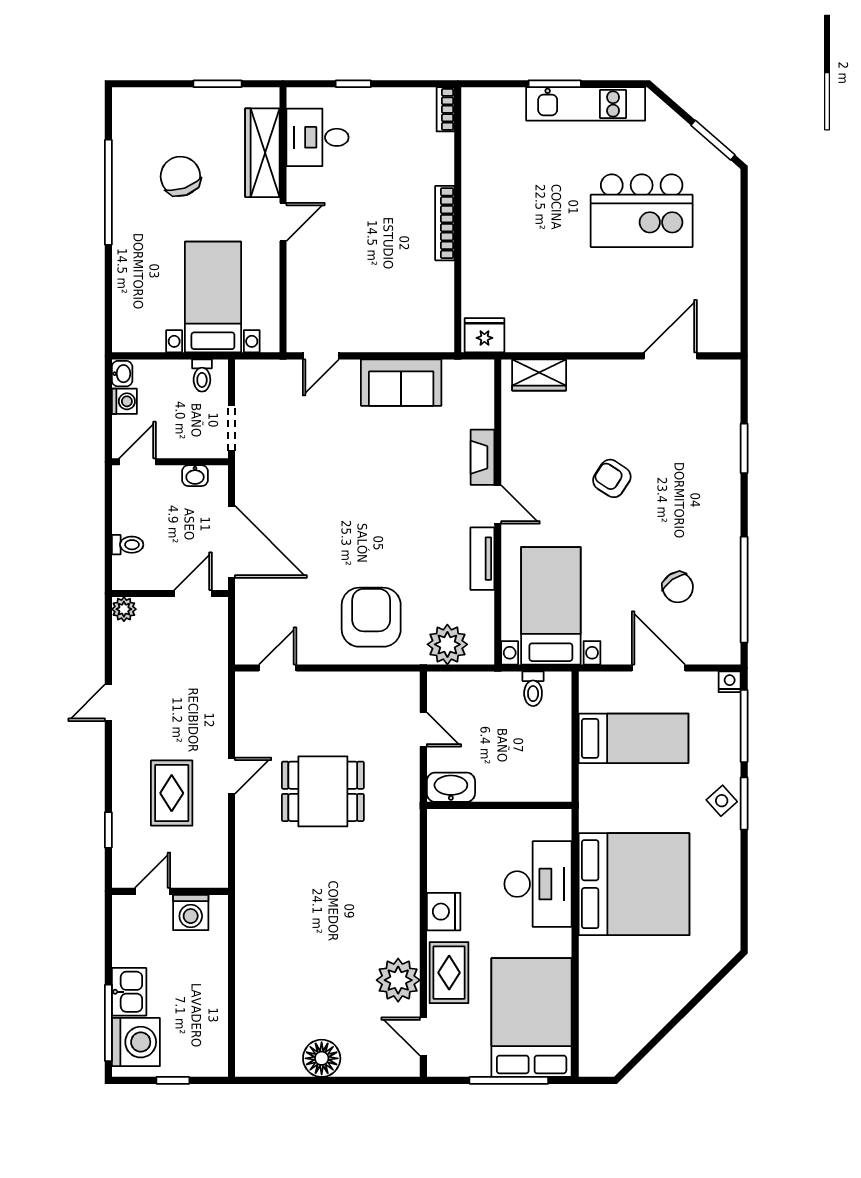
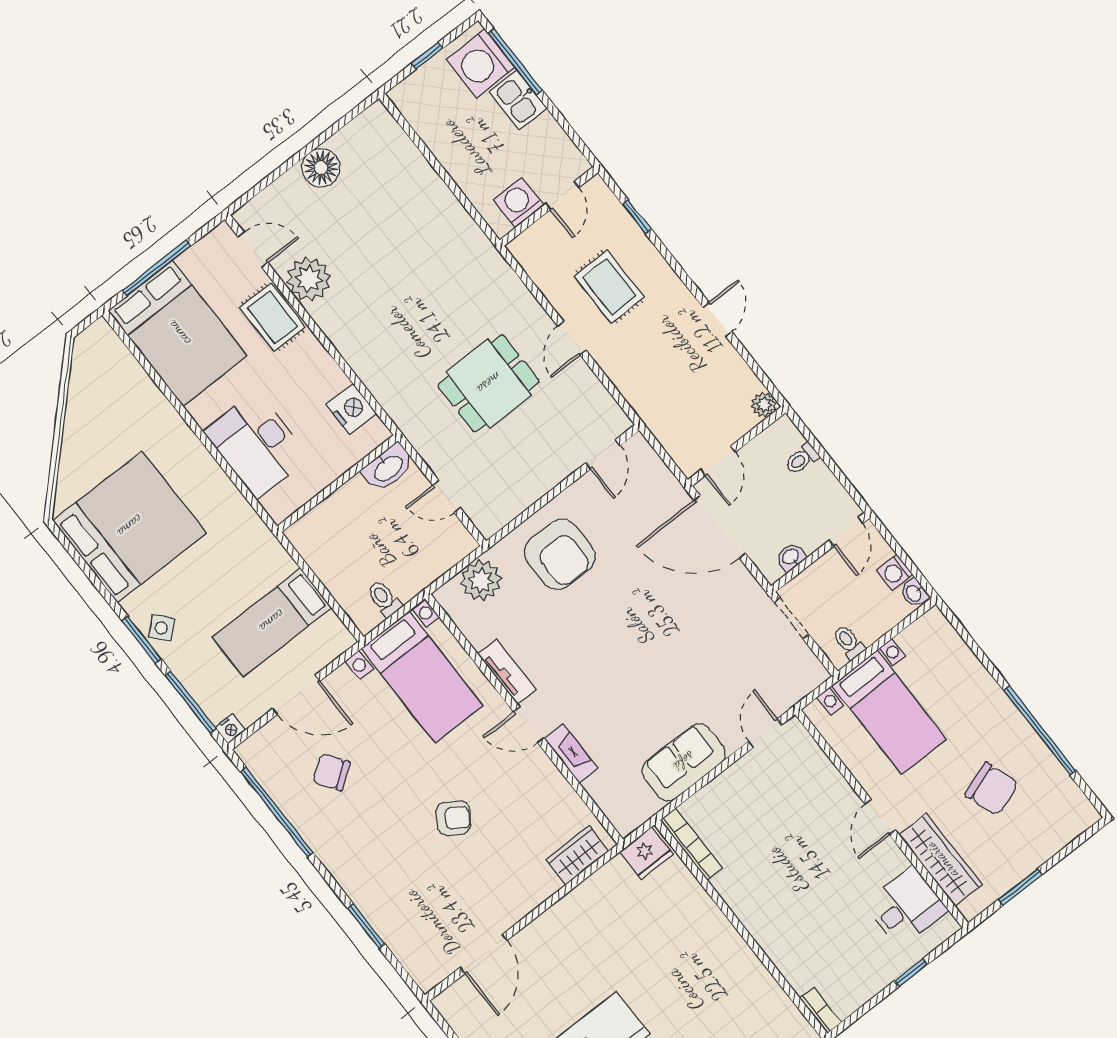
bookcase: (445, 223) -> (691, 844), moved
bed: (634, 884) -> (130, 527), moved, turned 180
nightstand: (444, 912) -> (351, 409), moved

